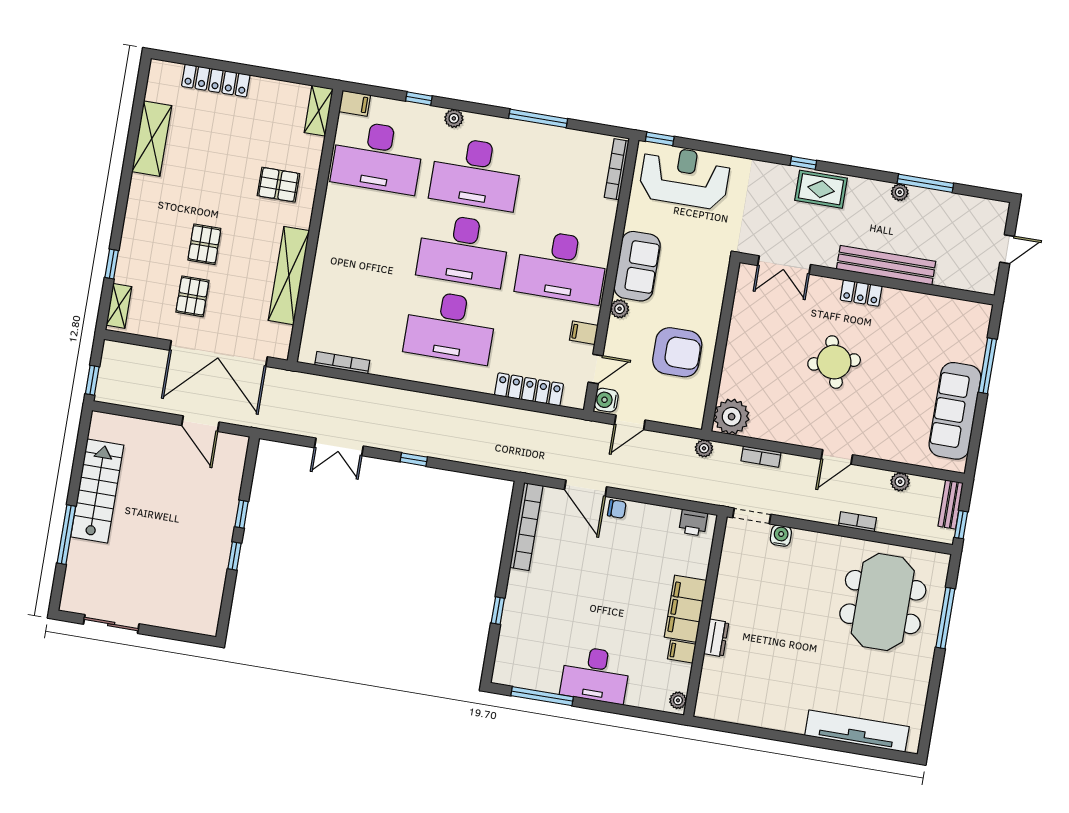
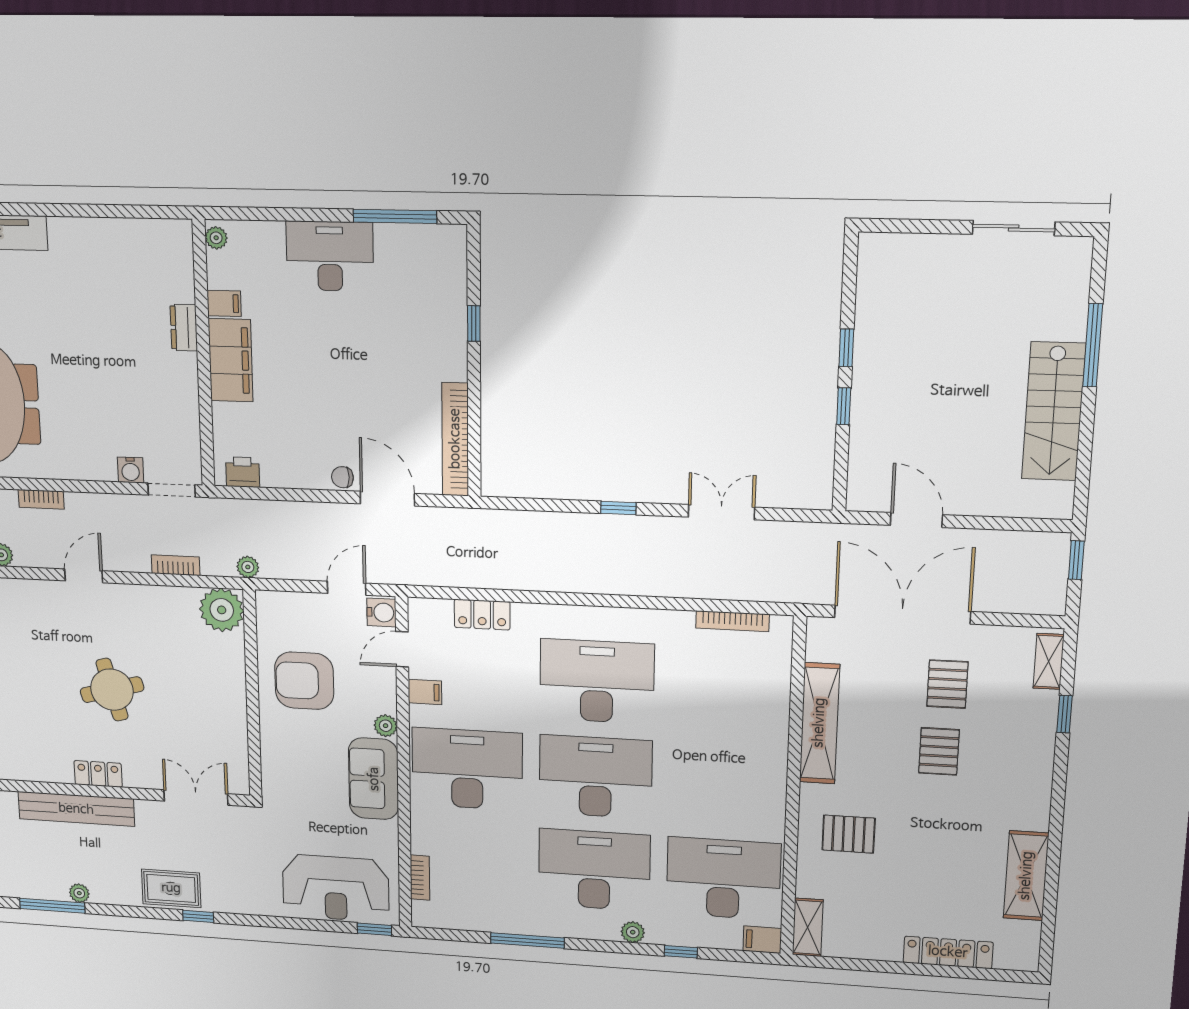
bookcase: (617, 169) -> (420, 878), width x0.64
locker: (529, 389) -> (482, 615), width x0.66

